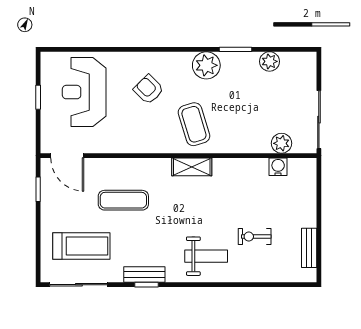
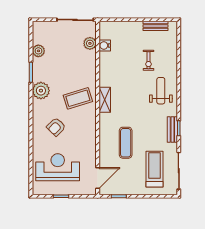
reception desk: (84, 92) -> (58, 167), turned 180

